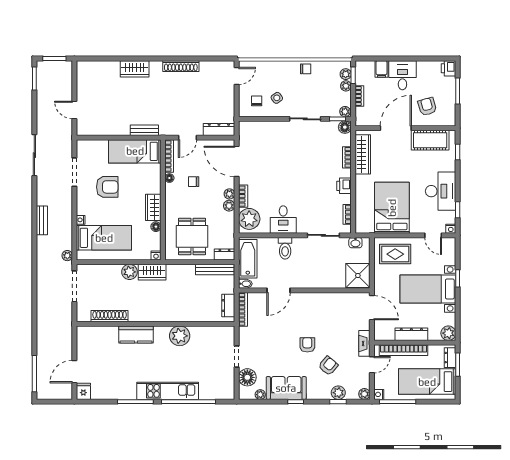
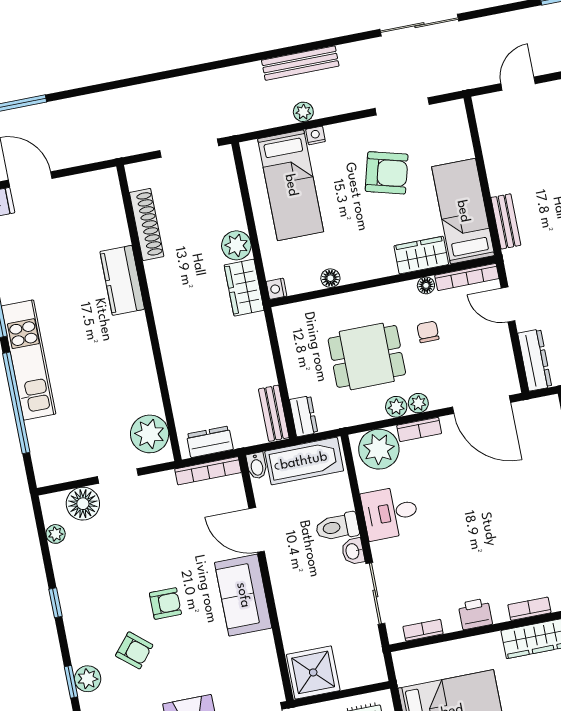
door: (237, 161) -> (481, 405), swing flipped
armchair: (107, 187) -> (387, 173), turned -75
wardrobe: (153, 207) -> (421, 255), moved
bench: (42, 220) -> (300, 63), width x1.36
dining table: (192, 236) -> (367, 356), moved
washbasin: (355, 243) -> (353, 551), moved
plant: (67, 256) -> (303, 112), moved
bench: (215, 270) -> (274, 413), width x0.73
plant: (180, 336) -> (150, 434), moved
sofa: (286, 388) -> (243, 595), moved, turned 180

